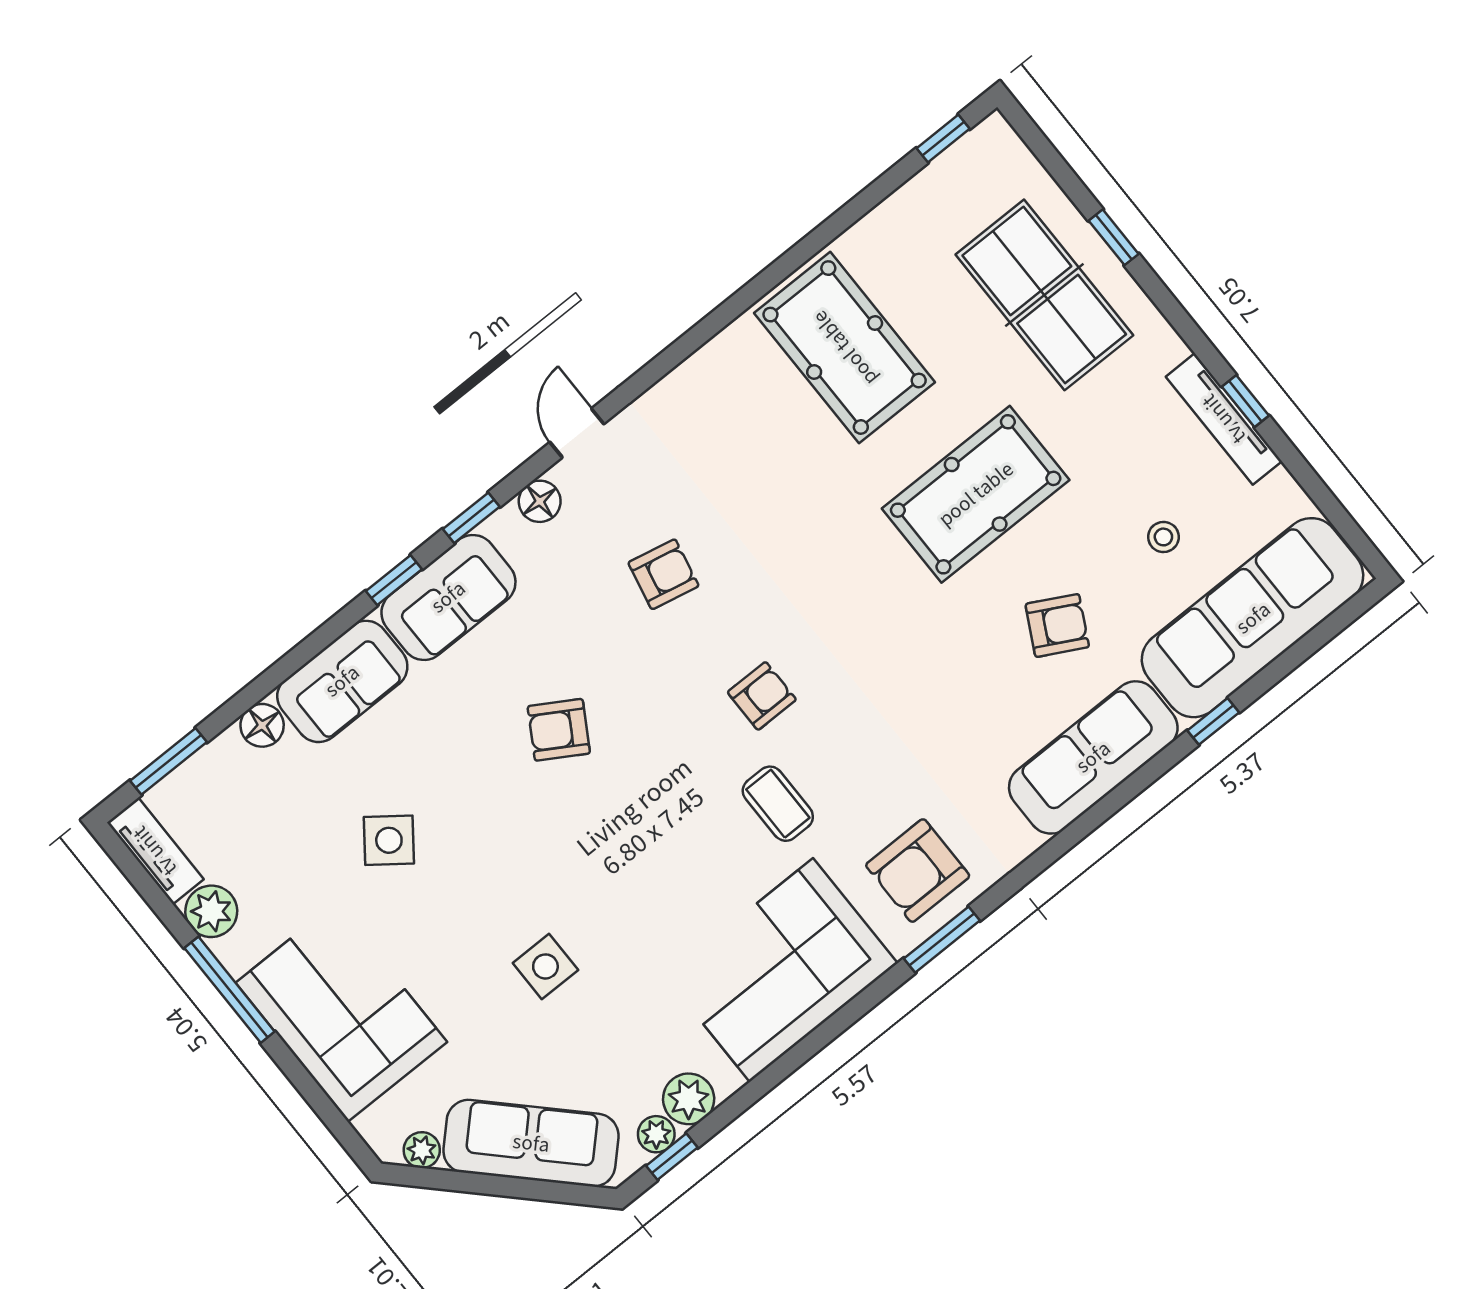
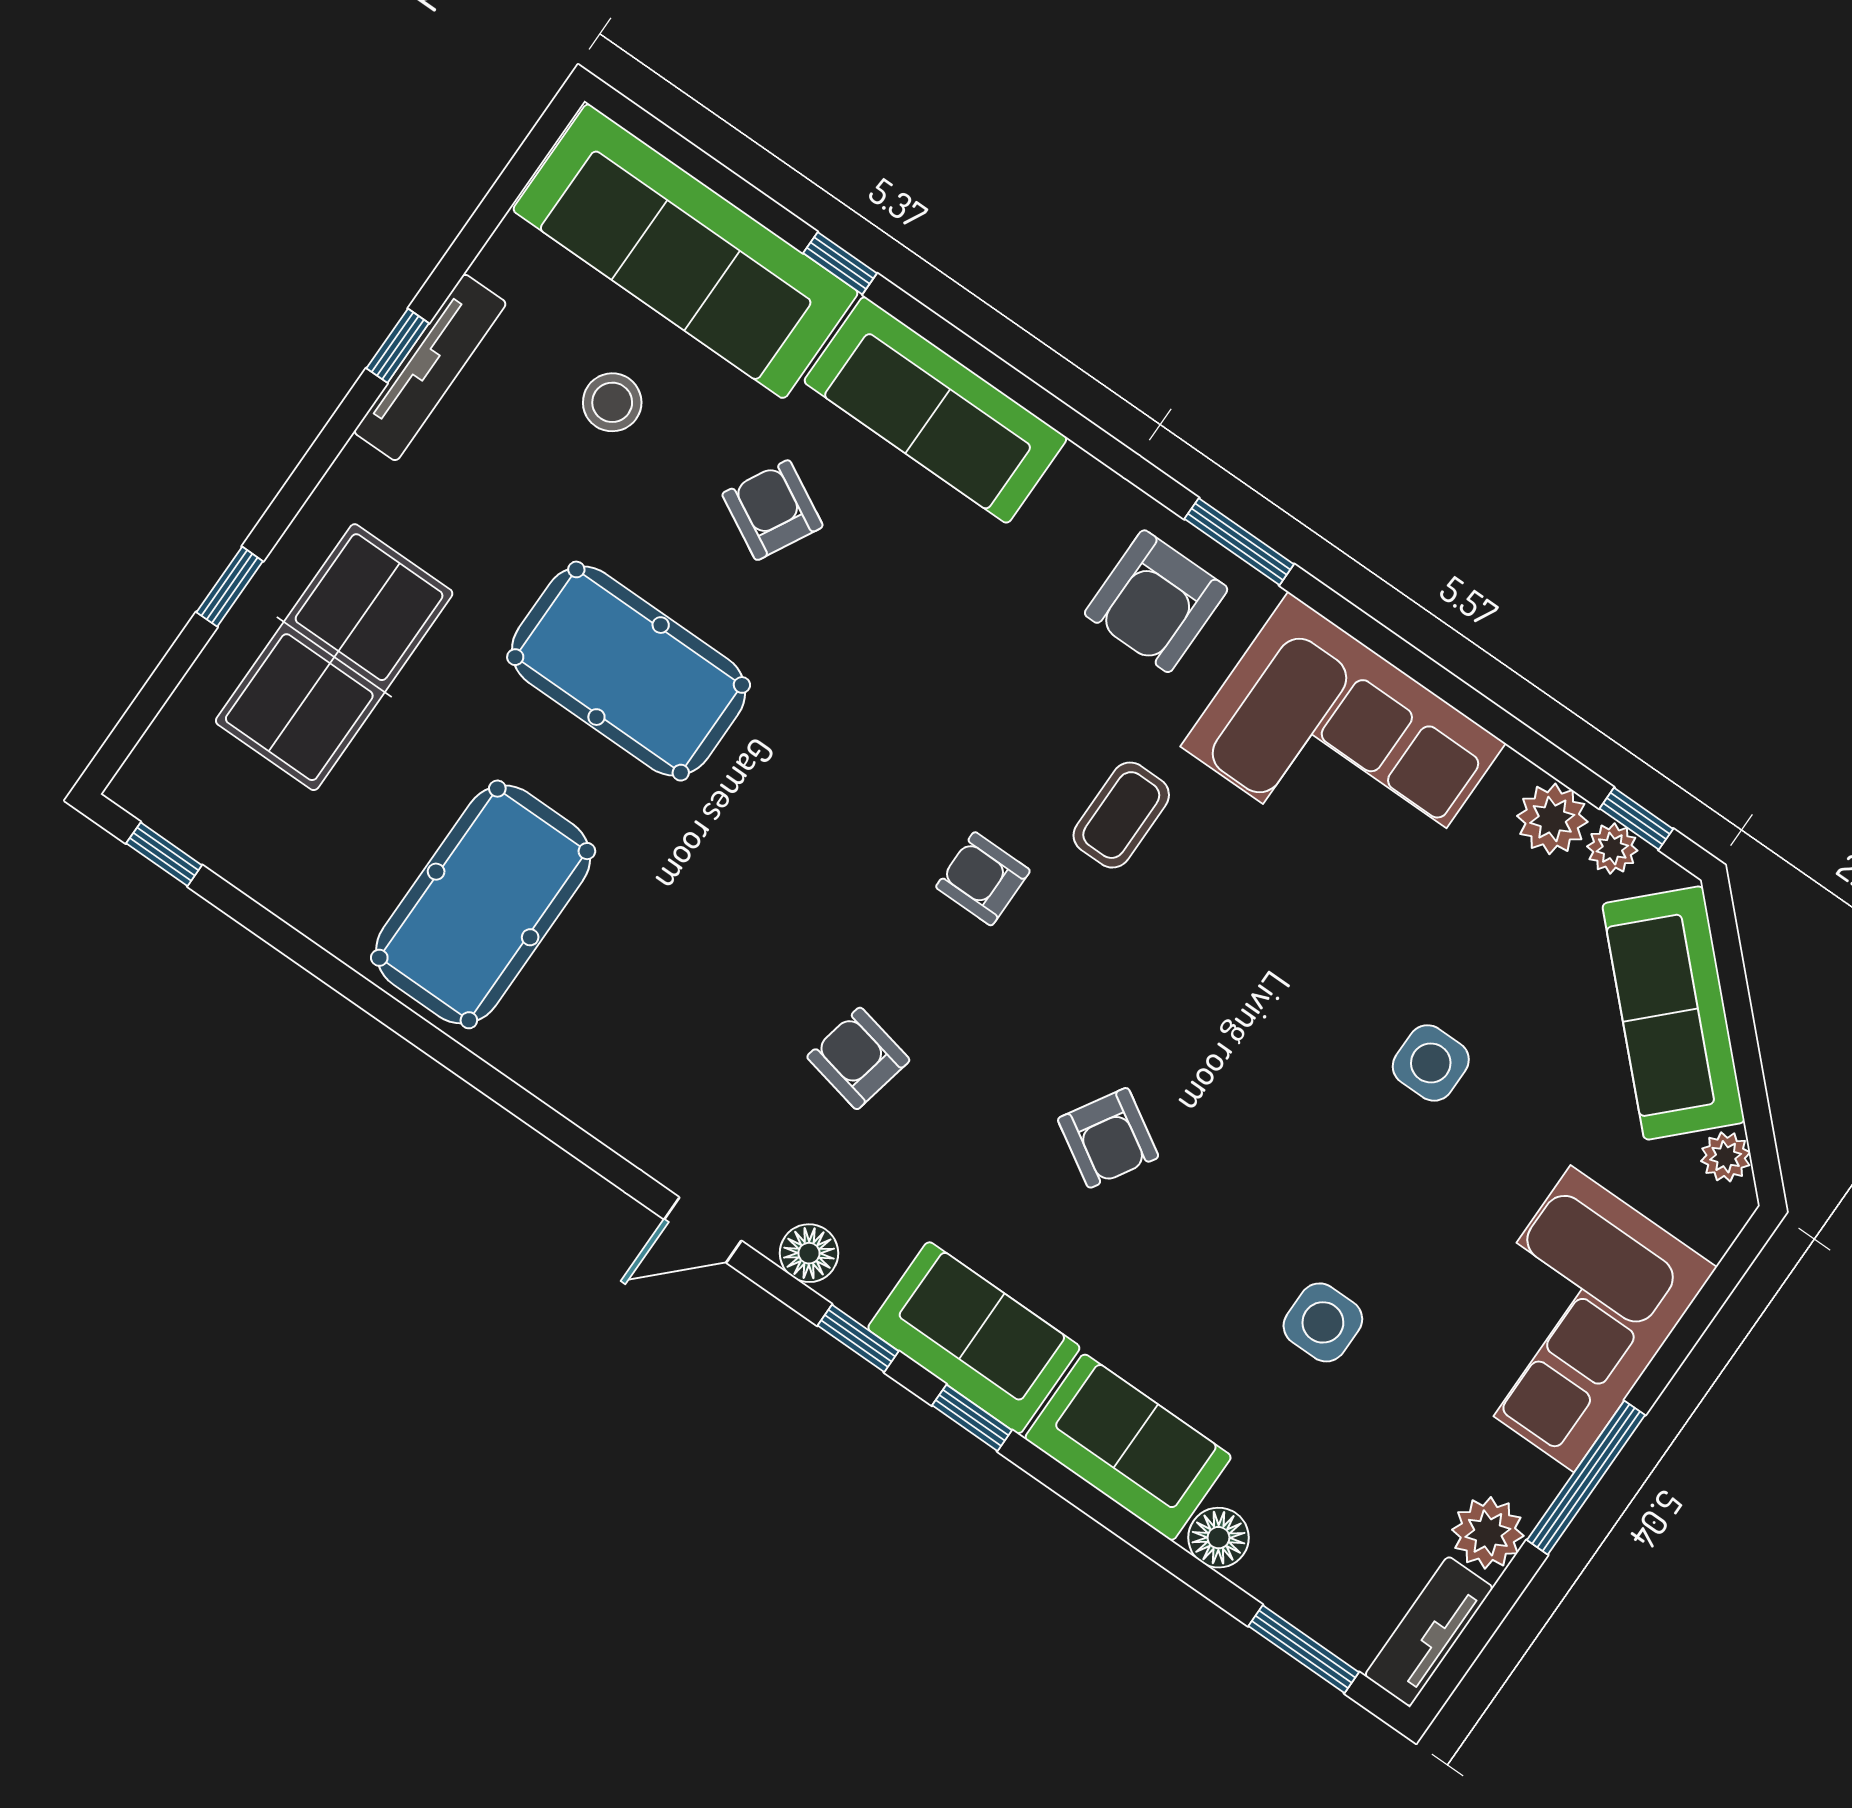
stool: (1163, 537) -> (612, 402), width x1.37, depth x1.37
side table: (389, 840) -> (1323, 1322), turned -37
armchair: (918, 871) -> (1156, 601), turned 90

